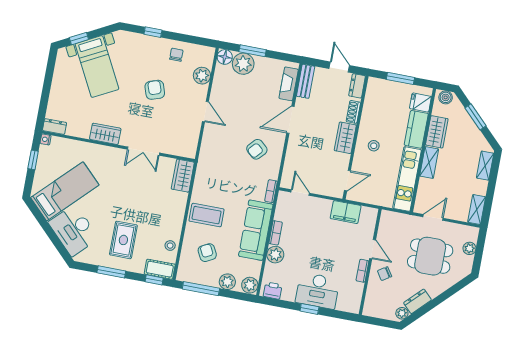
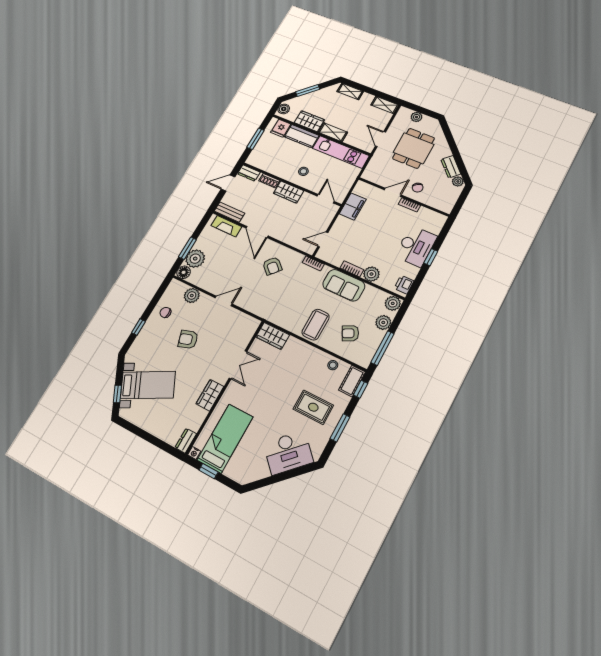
bed: (65, 191) -> (225, 438), moved, turned 45
sofa: (256, 230) -> (344, 285), width x0.73

